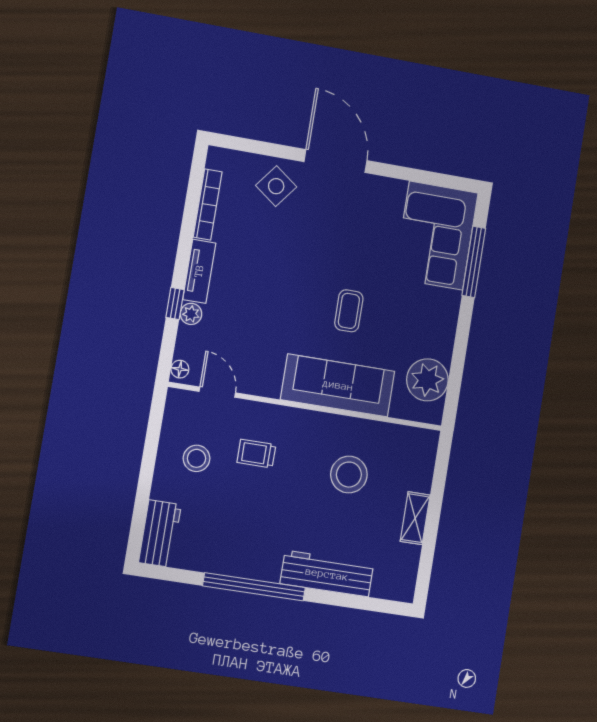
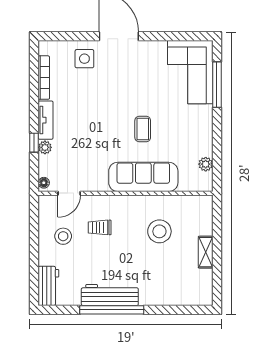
side table: (276, 186) -> (84, 59), turned -37
plant: (427, 380) -> (206, 164), width x0.53, depth x0.53
door: (217, 392) -> (69, 193), swing flipped
workbench: (327, 574) -> (110, 295), moved

